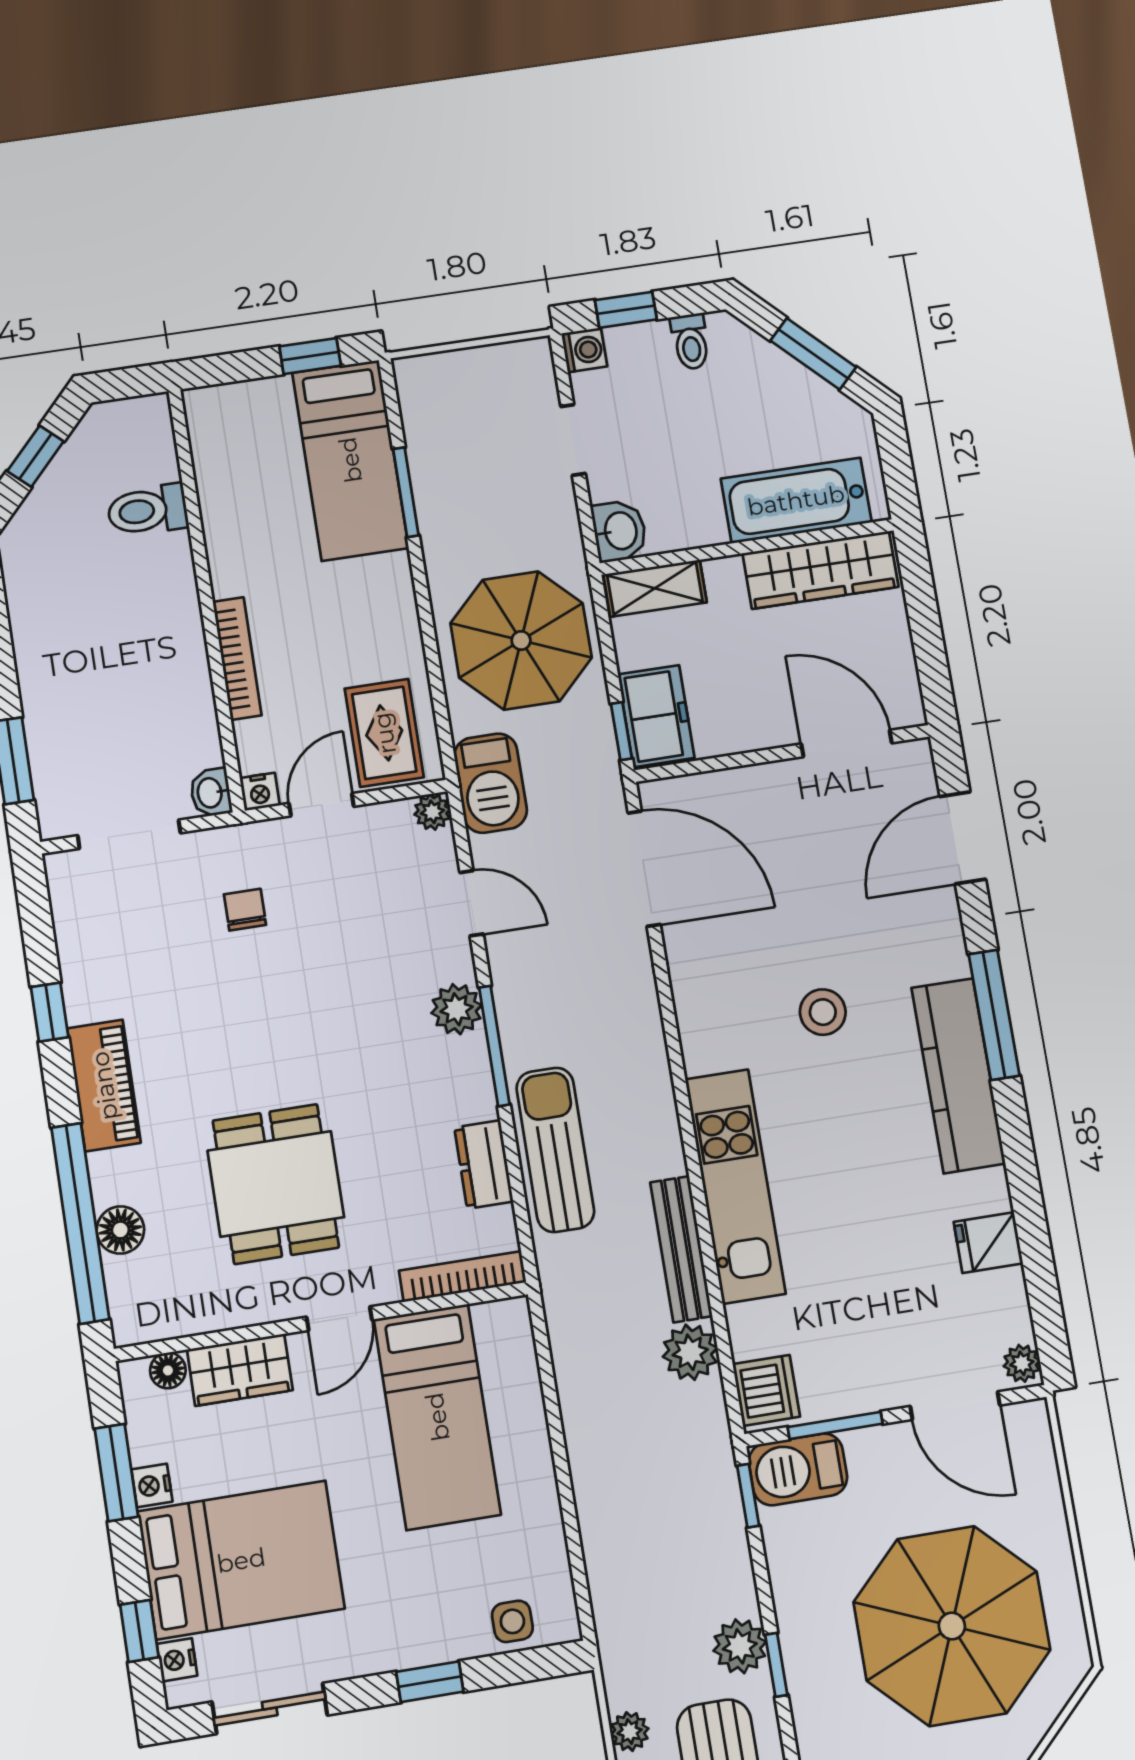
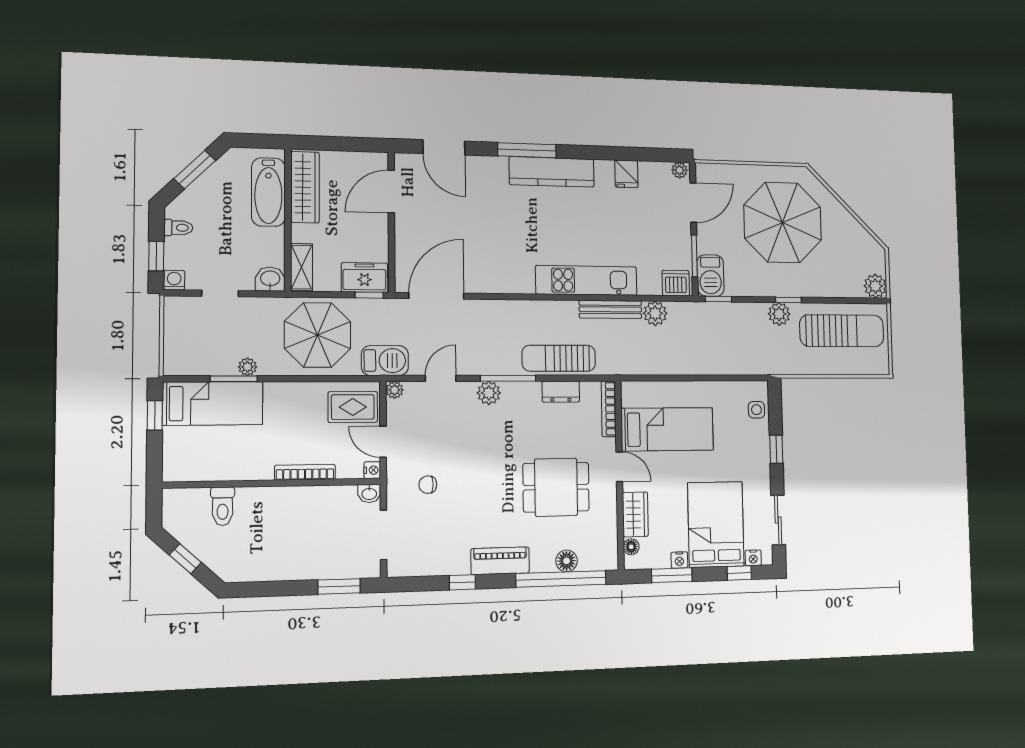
stool: (823, 1012) -> (514, 227), removed
plant: (630, 1732) -> (247, 367), moved

